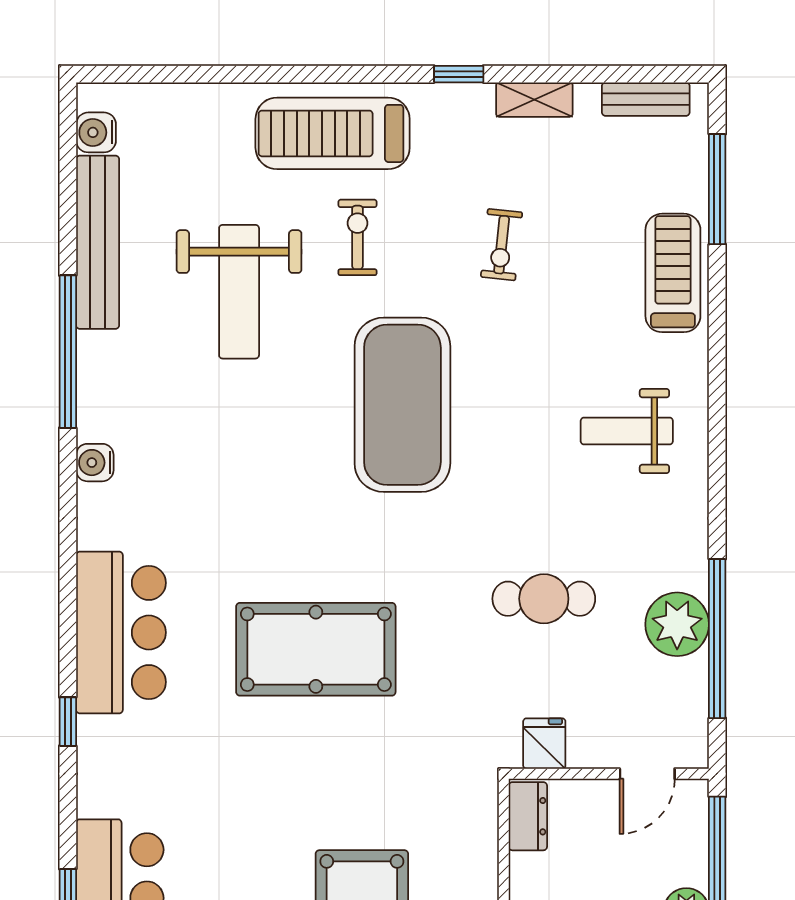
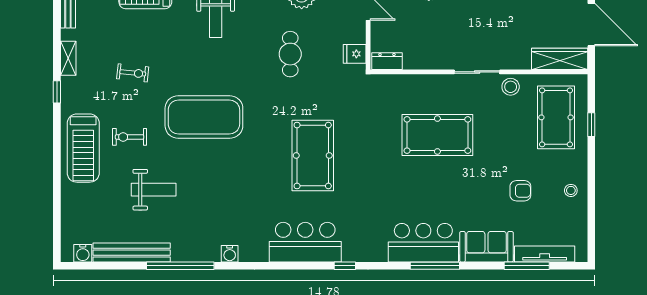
weight bench: (239, 292) -> (154, 190), width x0.73, depth x0.75

